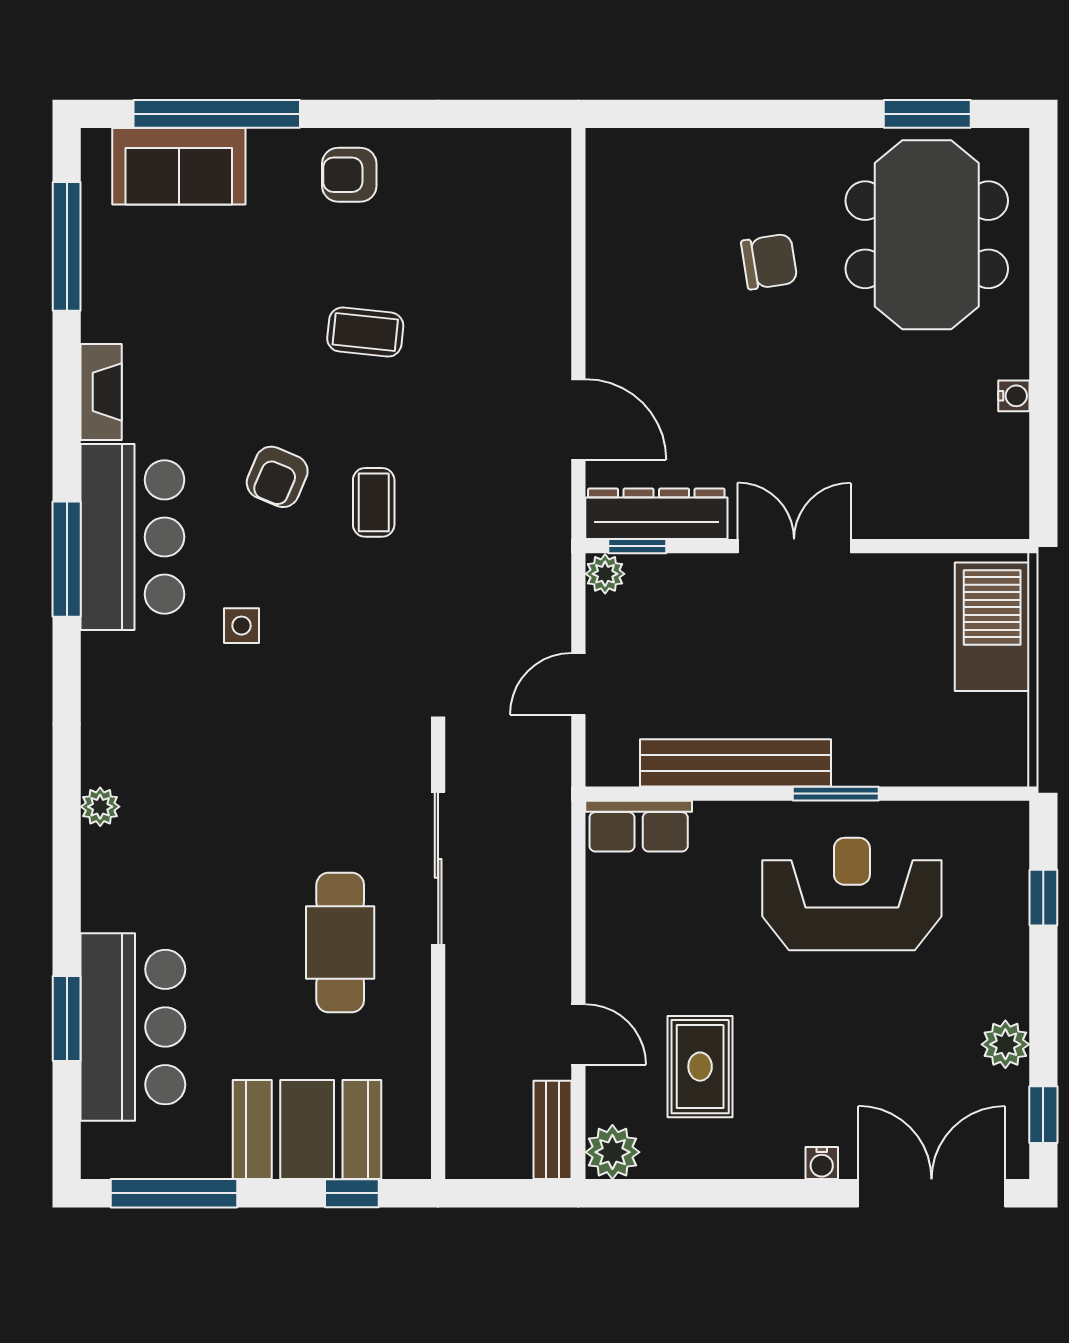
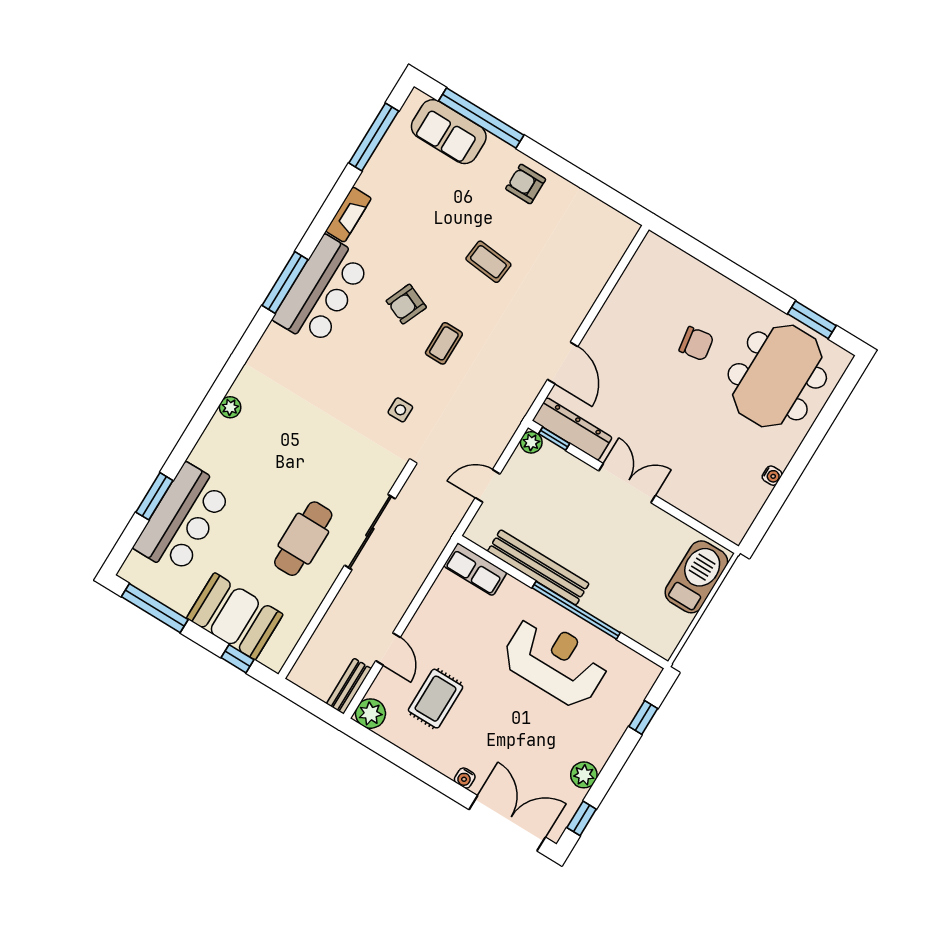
side table: (241, 626) -> (400, 410), moved
window: (836, 794) -> (576, 610), width x2.11

